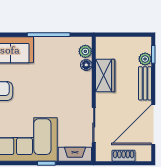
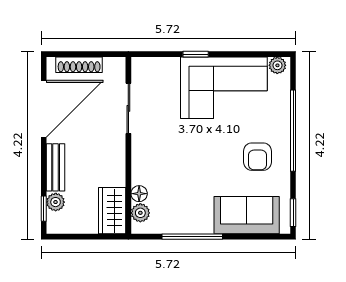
wardrobe: (105, 76) -> (112, 211), moved
fireplace: (75, 154) -> (155, 67), removed
shoe rack: (124, 156) -> (79, 65), width x1.43

